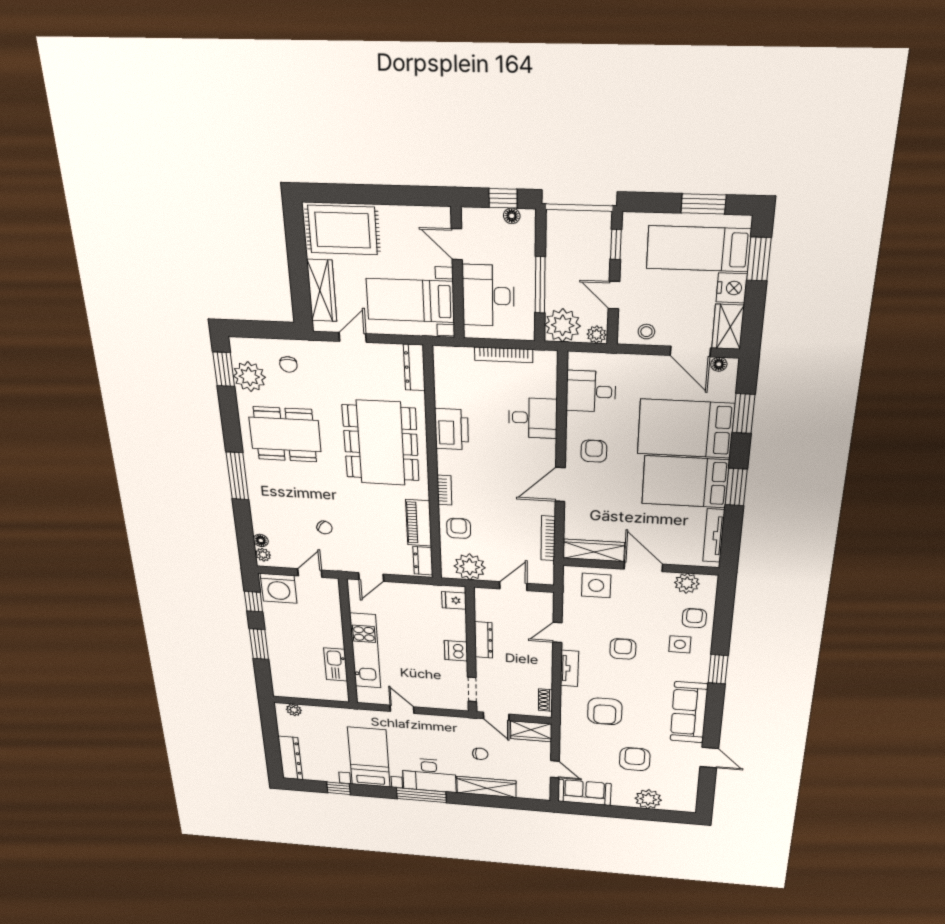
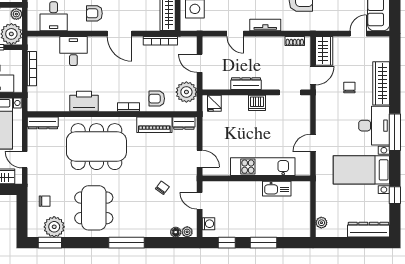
washing machine: (279, 588) -> (209, 224), width x0.53, depth x0.53

